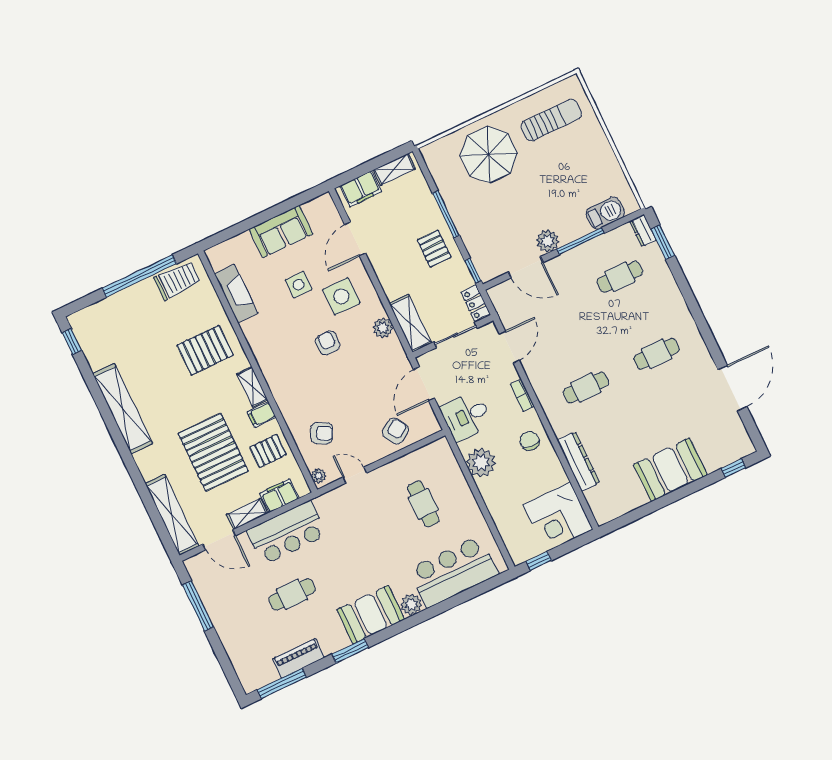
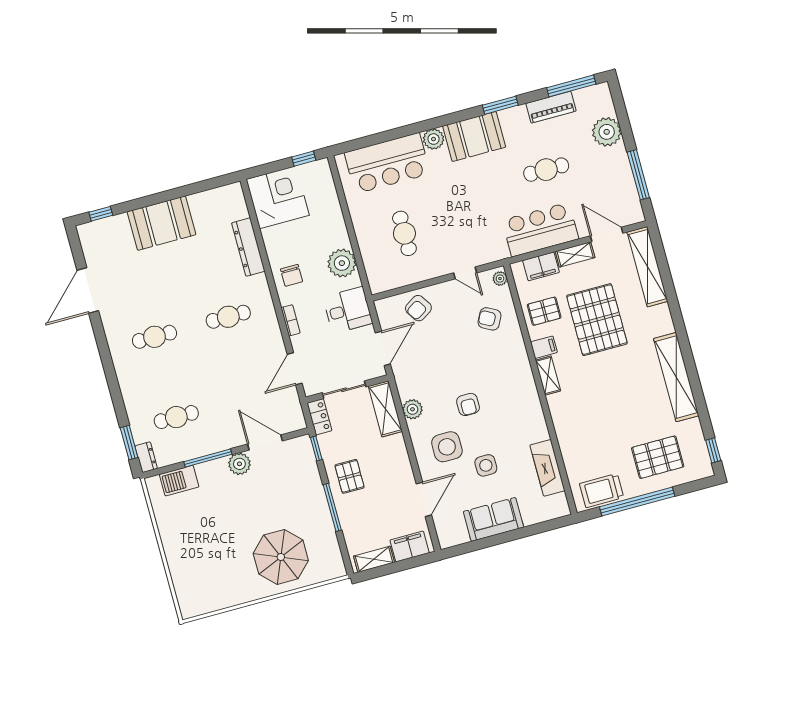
sun lounger: (551, 120) -> (215, 579), removed
pallet: (205, 350) -> (658, 457), moved
plant: (238, 643) -> (607, 132), added

